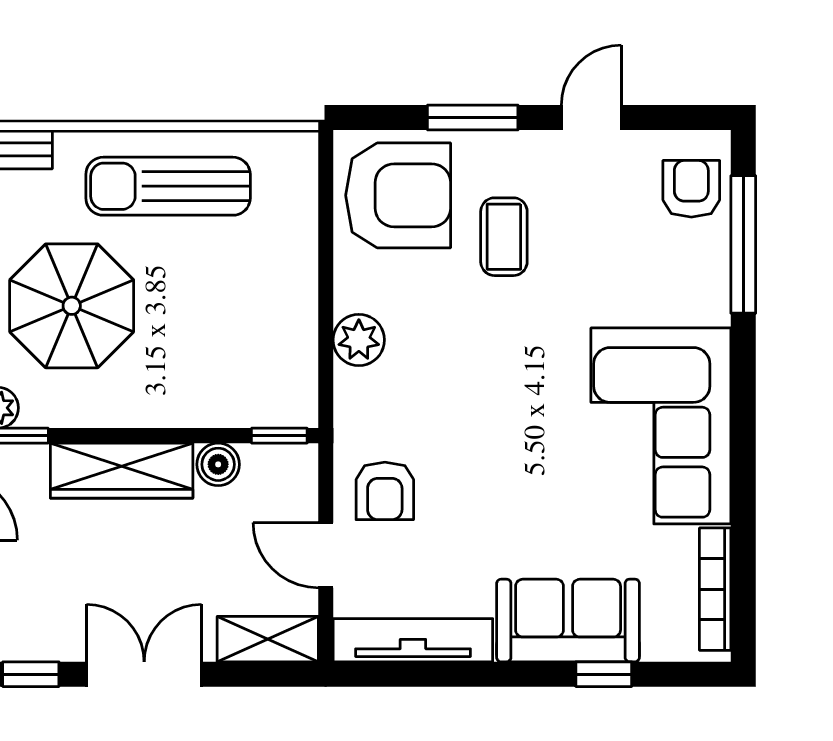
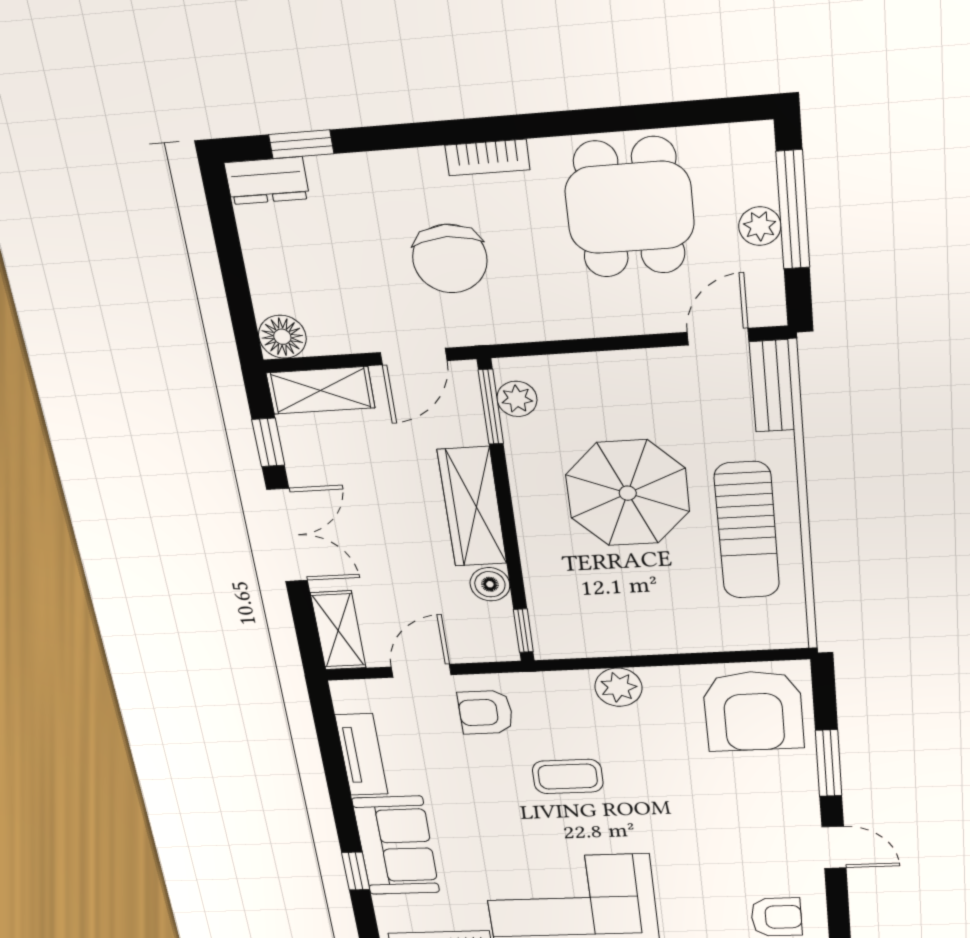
sun lounger: (168, 186) -> (747, 531), turned 180
coffee table: (504, 237) -> (568, 777), moved
parasol: (72, 306) -> (628, 493), moved
tv unit: (413, 640) -> (362, 755), width x0.71

